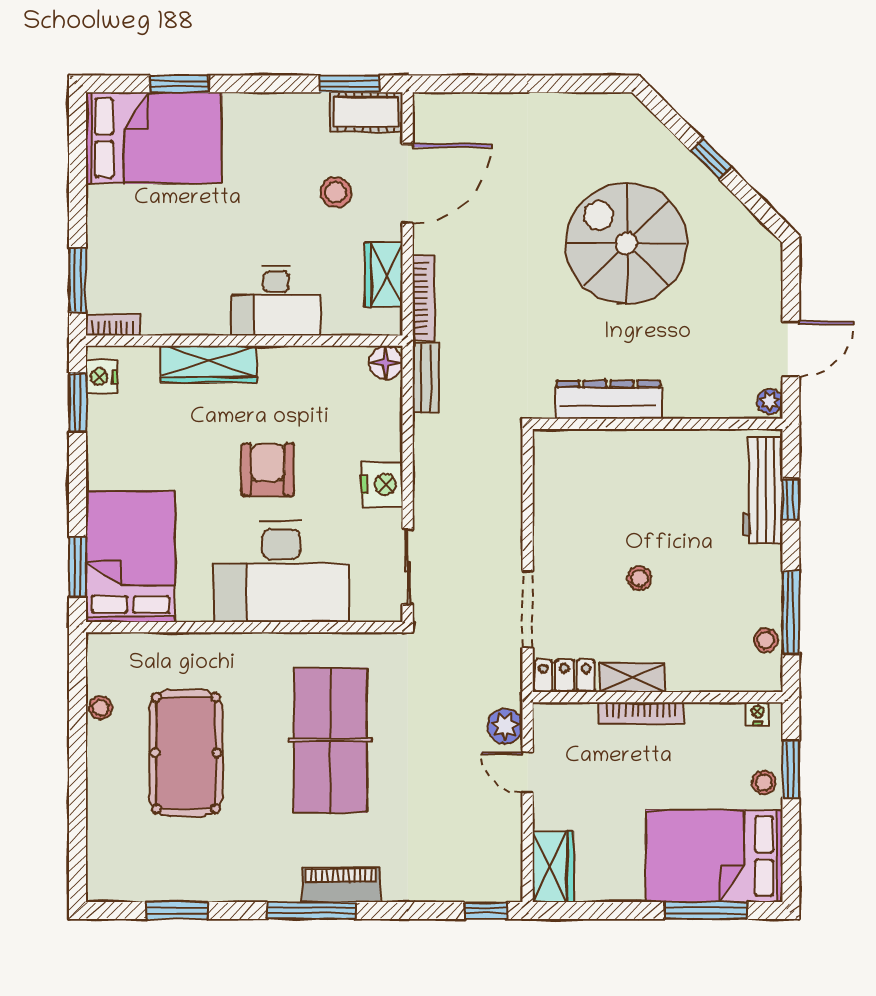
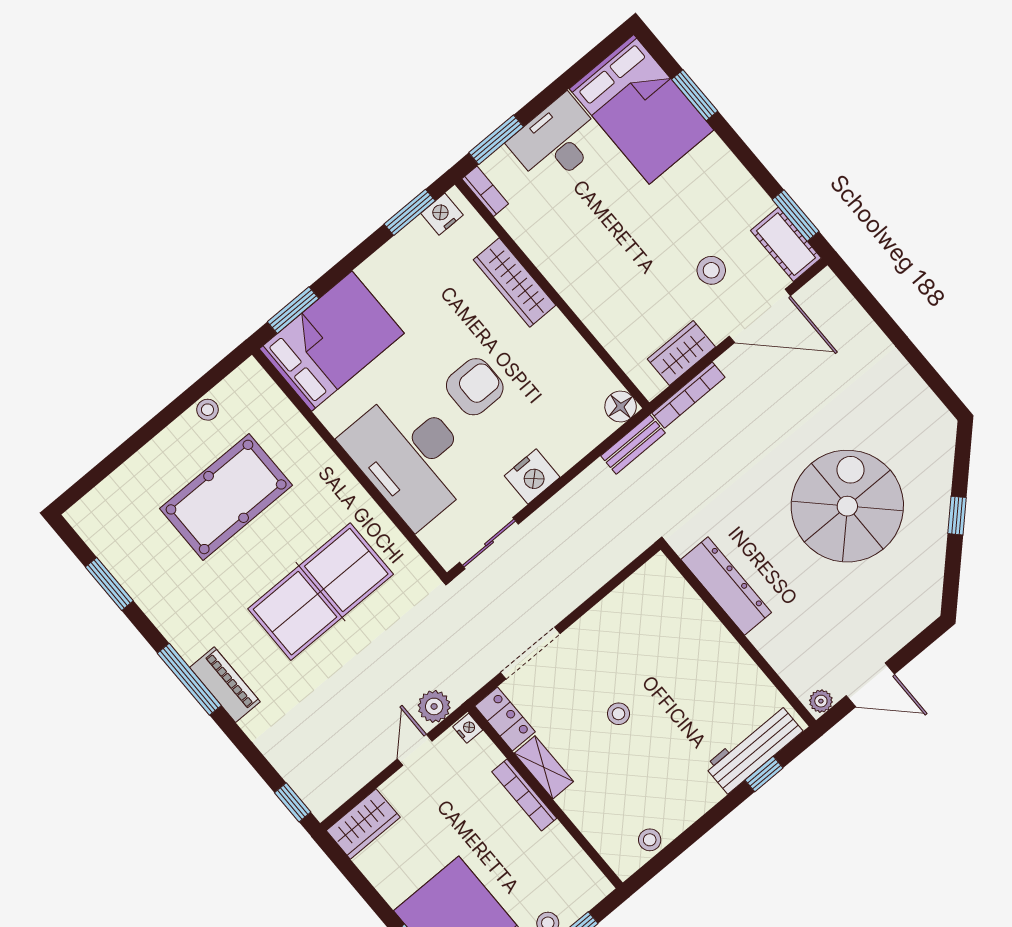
desk: (276, 301) -> (556, 141), moved, turned 90
window: (791, 612) -> (684, 841), removed
nightstand: (757, 713) -> (468, 728), moved

